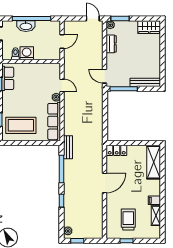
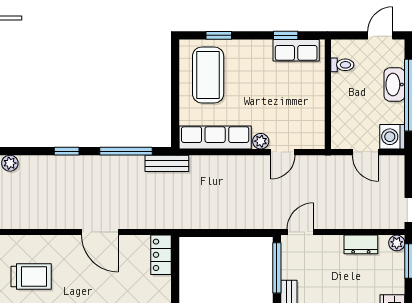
washing machine: (27, 53) -> (392, 137), moved, turned 180

